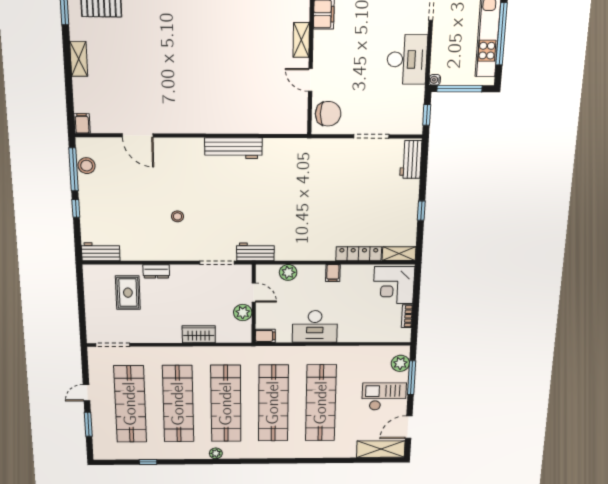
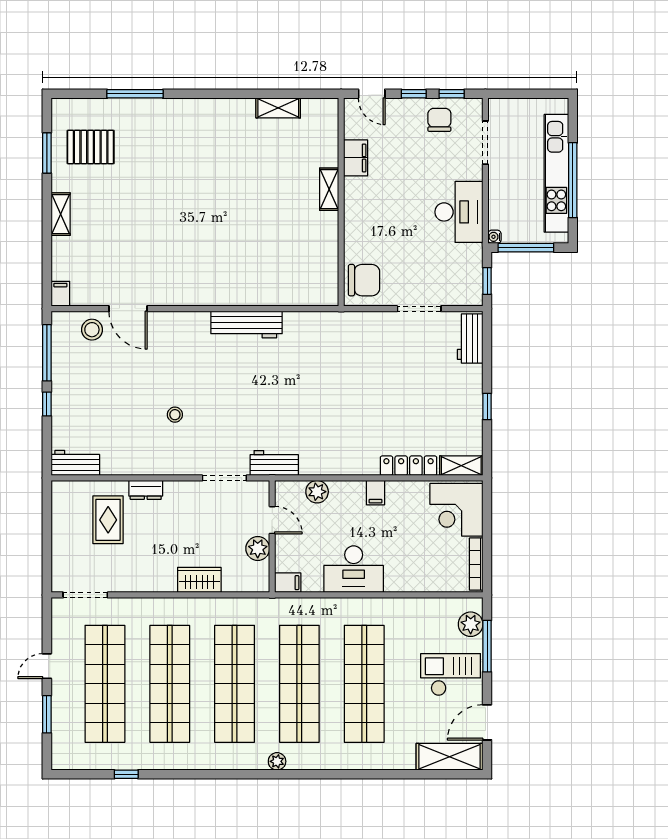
door: (310, 80) -> (341, 238), removed
stool: (87, 166) -> (92, 330), moved
bookcase: (407, 316) -> (476, 564), width x1.56
plant: (216, 453) -> (277, 761), moved

